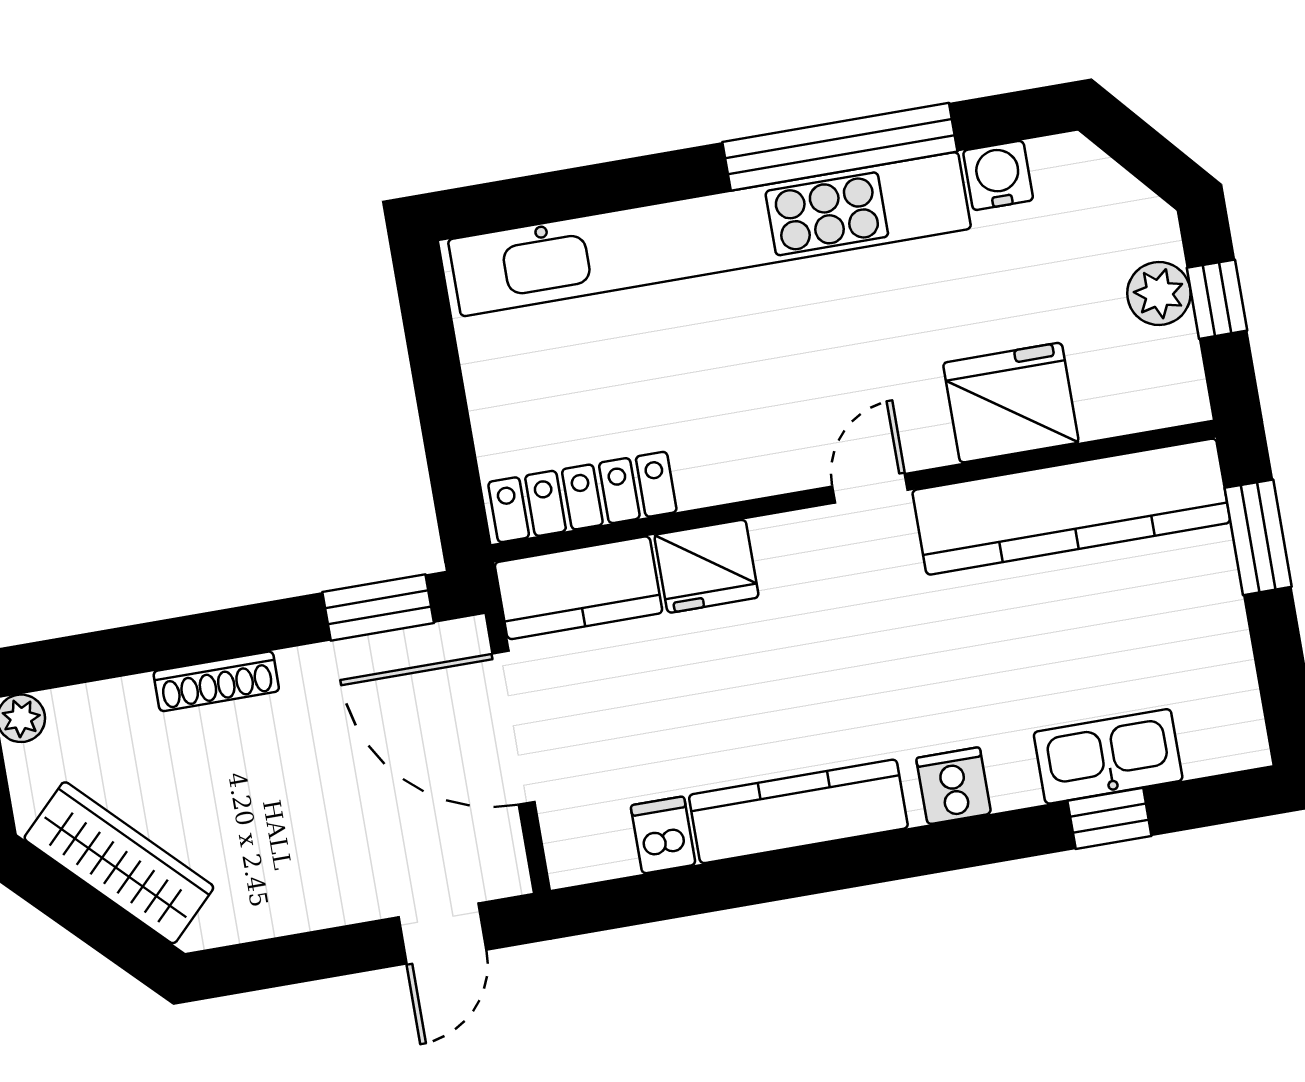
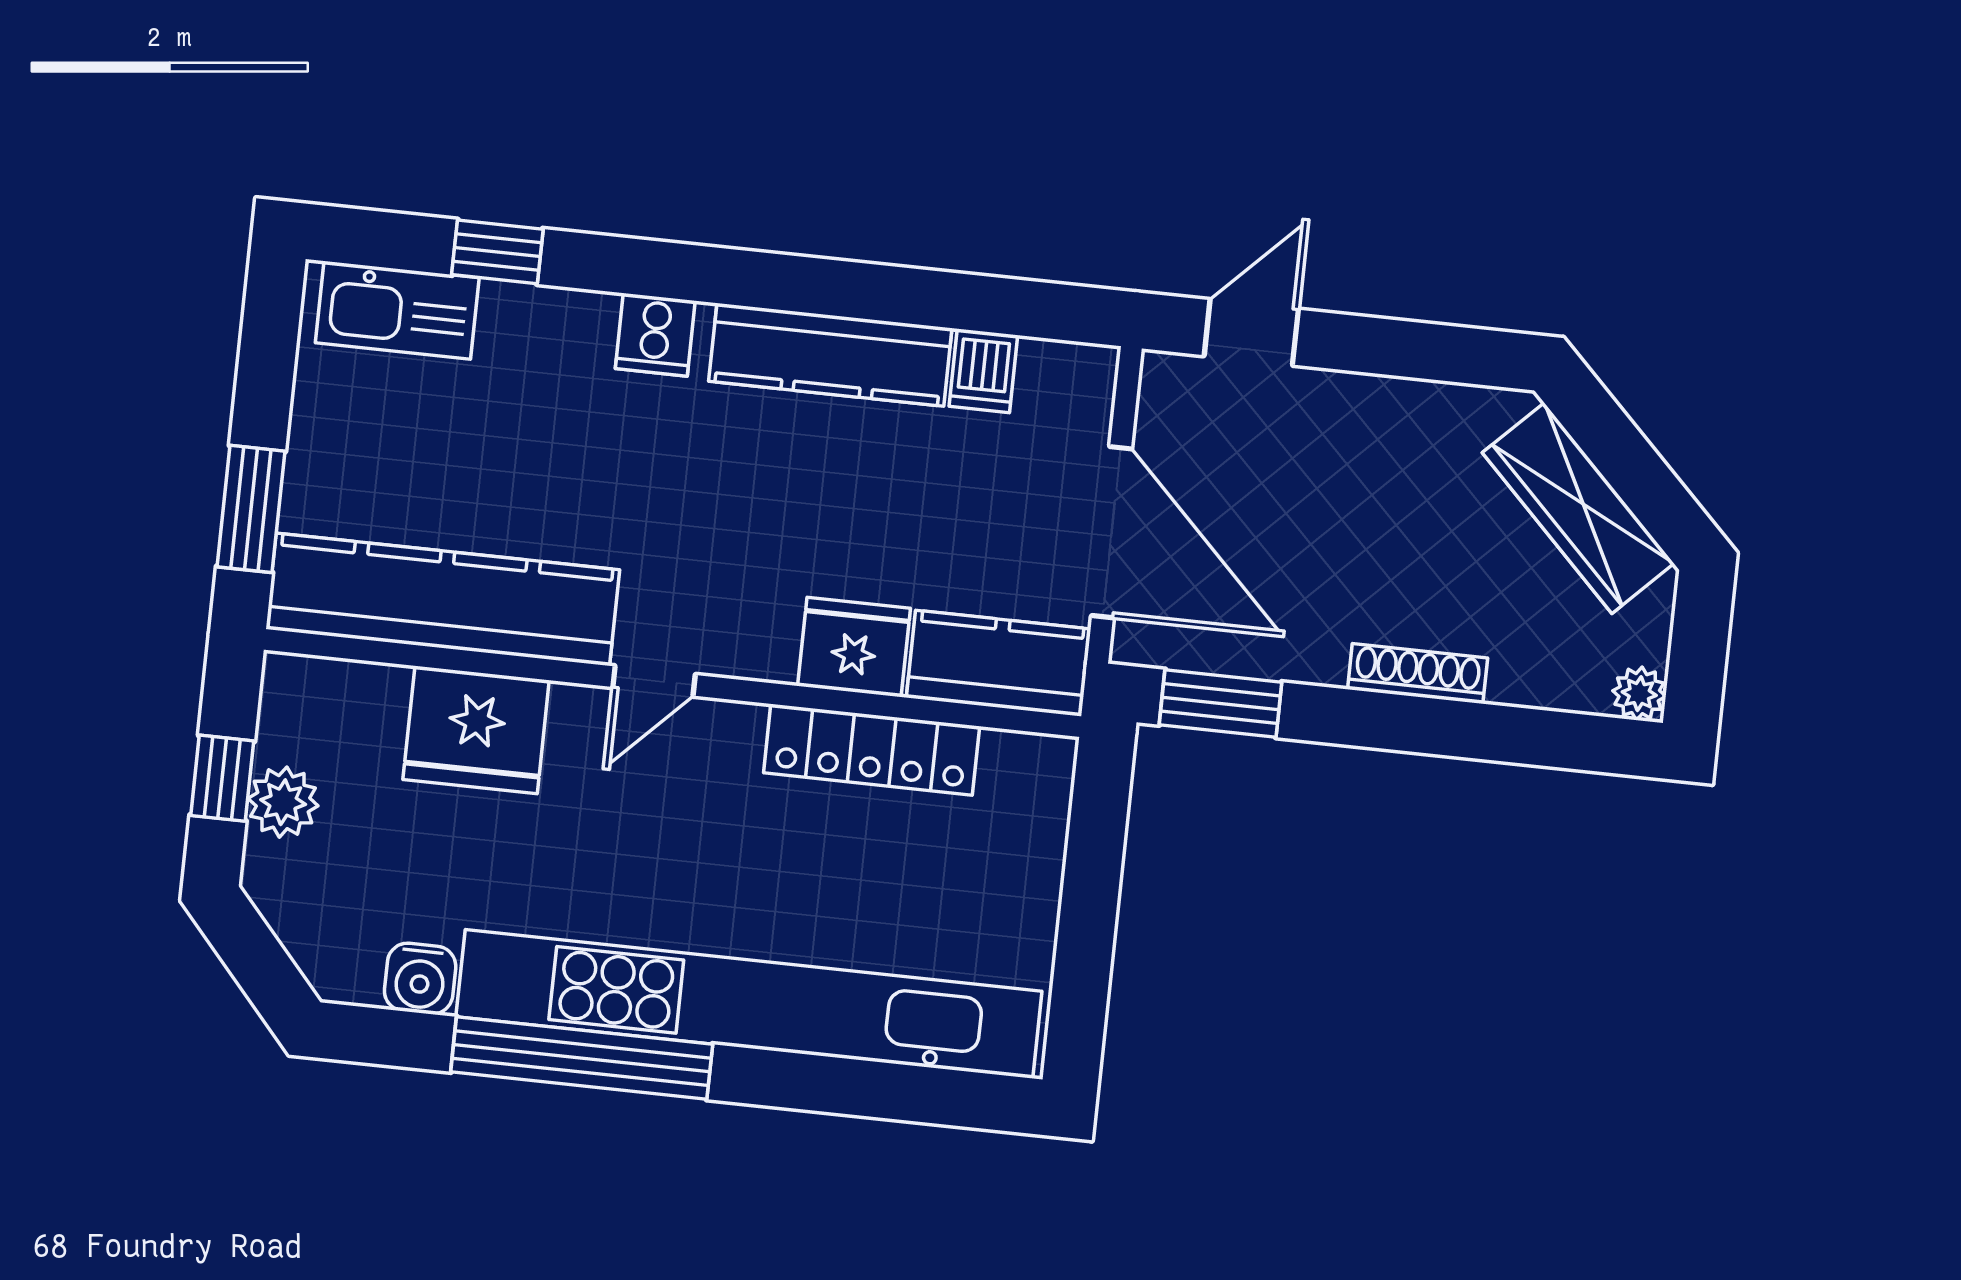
locker: (582, 497) -> (872, 750), moved
kitchen sink: (1108, 756) -> (397, 310), moved

